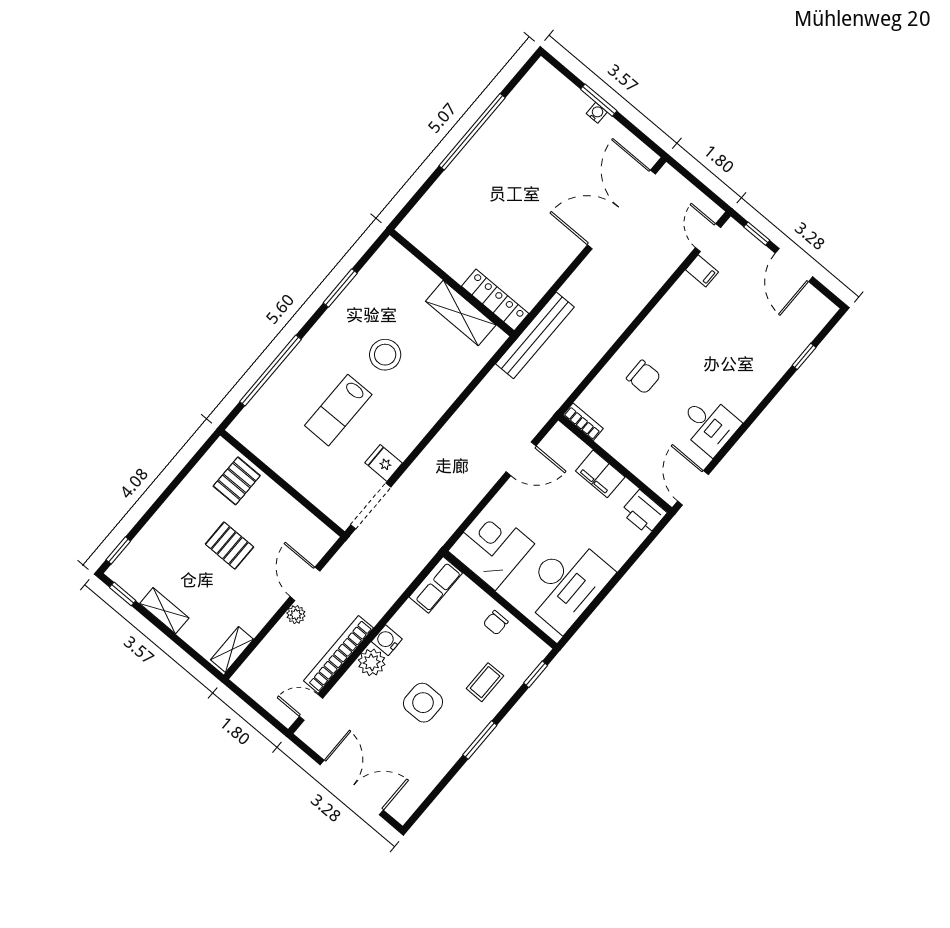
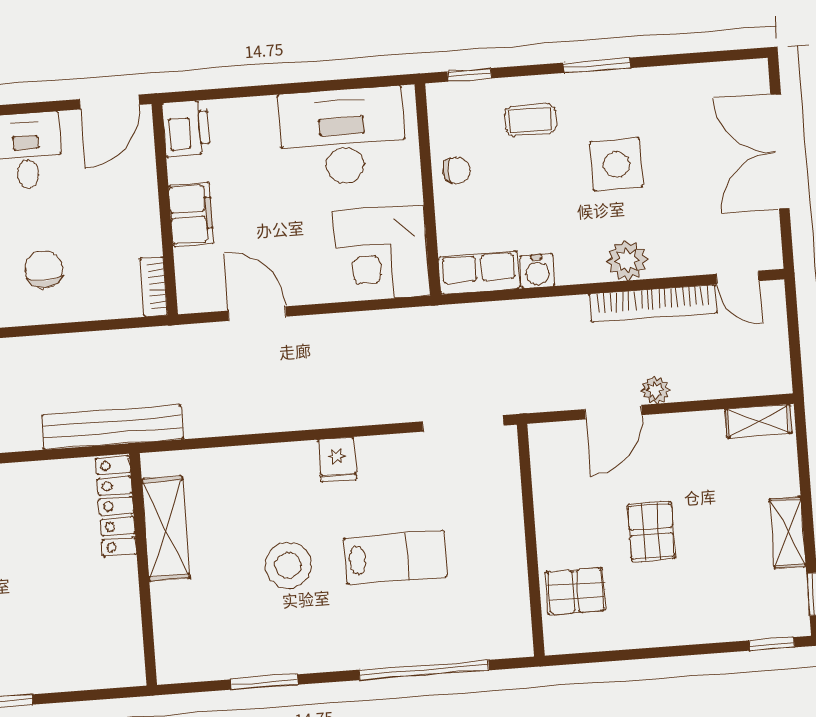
fridge: (384, 463) -> (337, 460), moved
water cooler: (387, 640) -> (537, 271), moved

